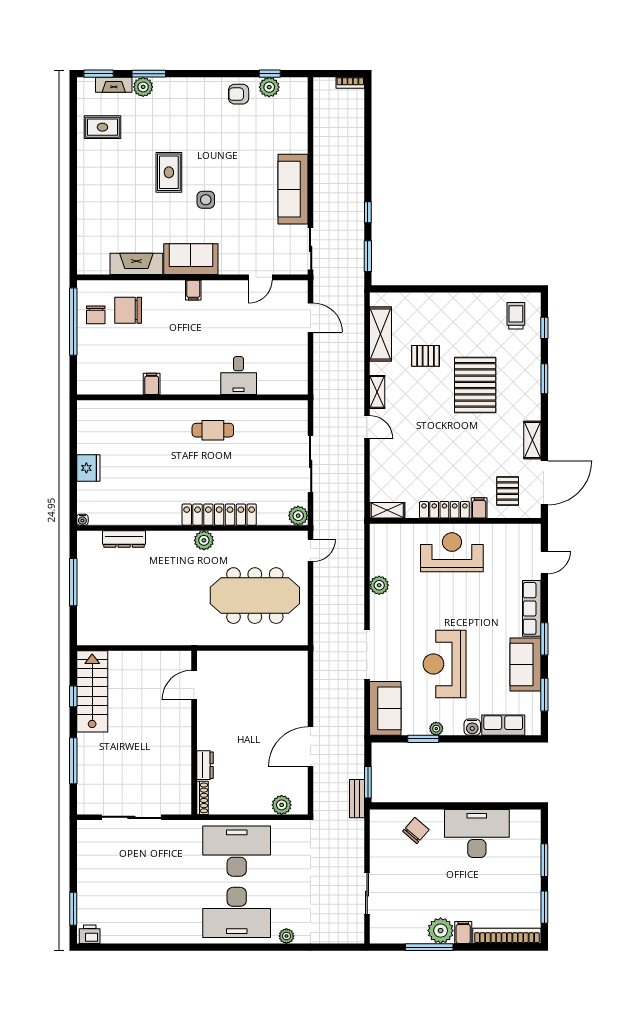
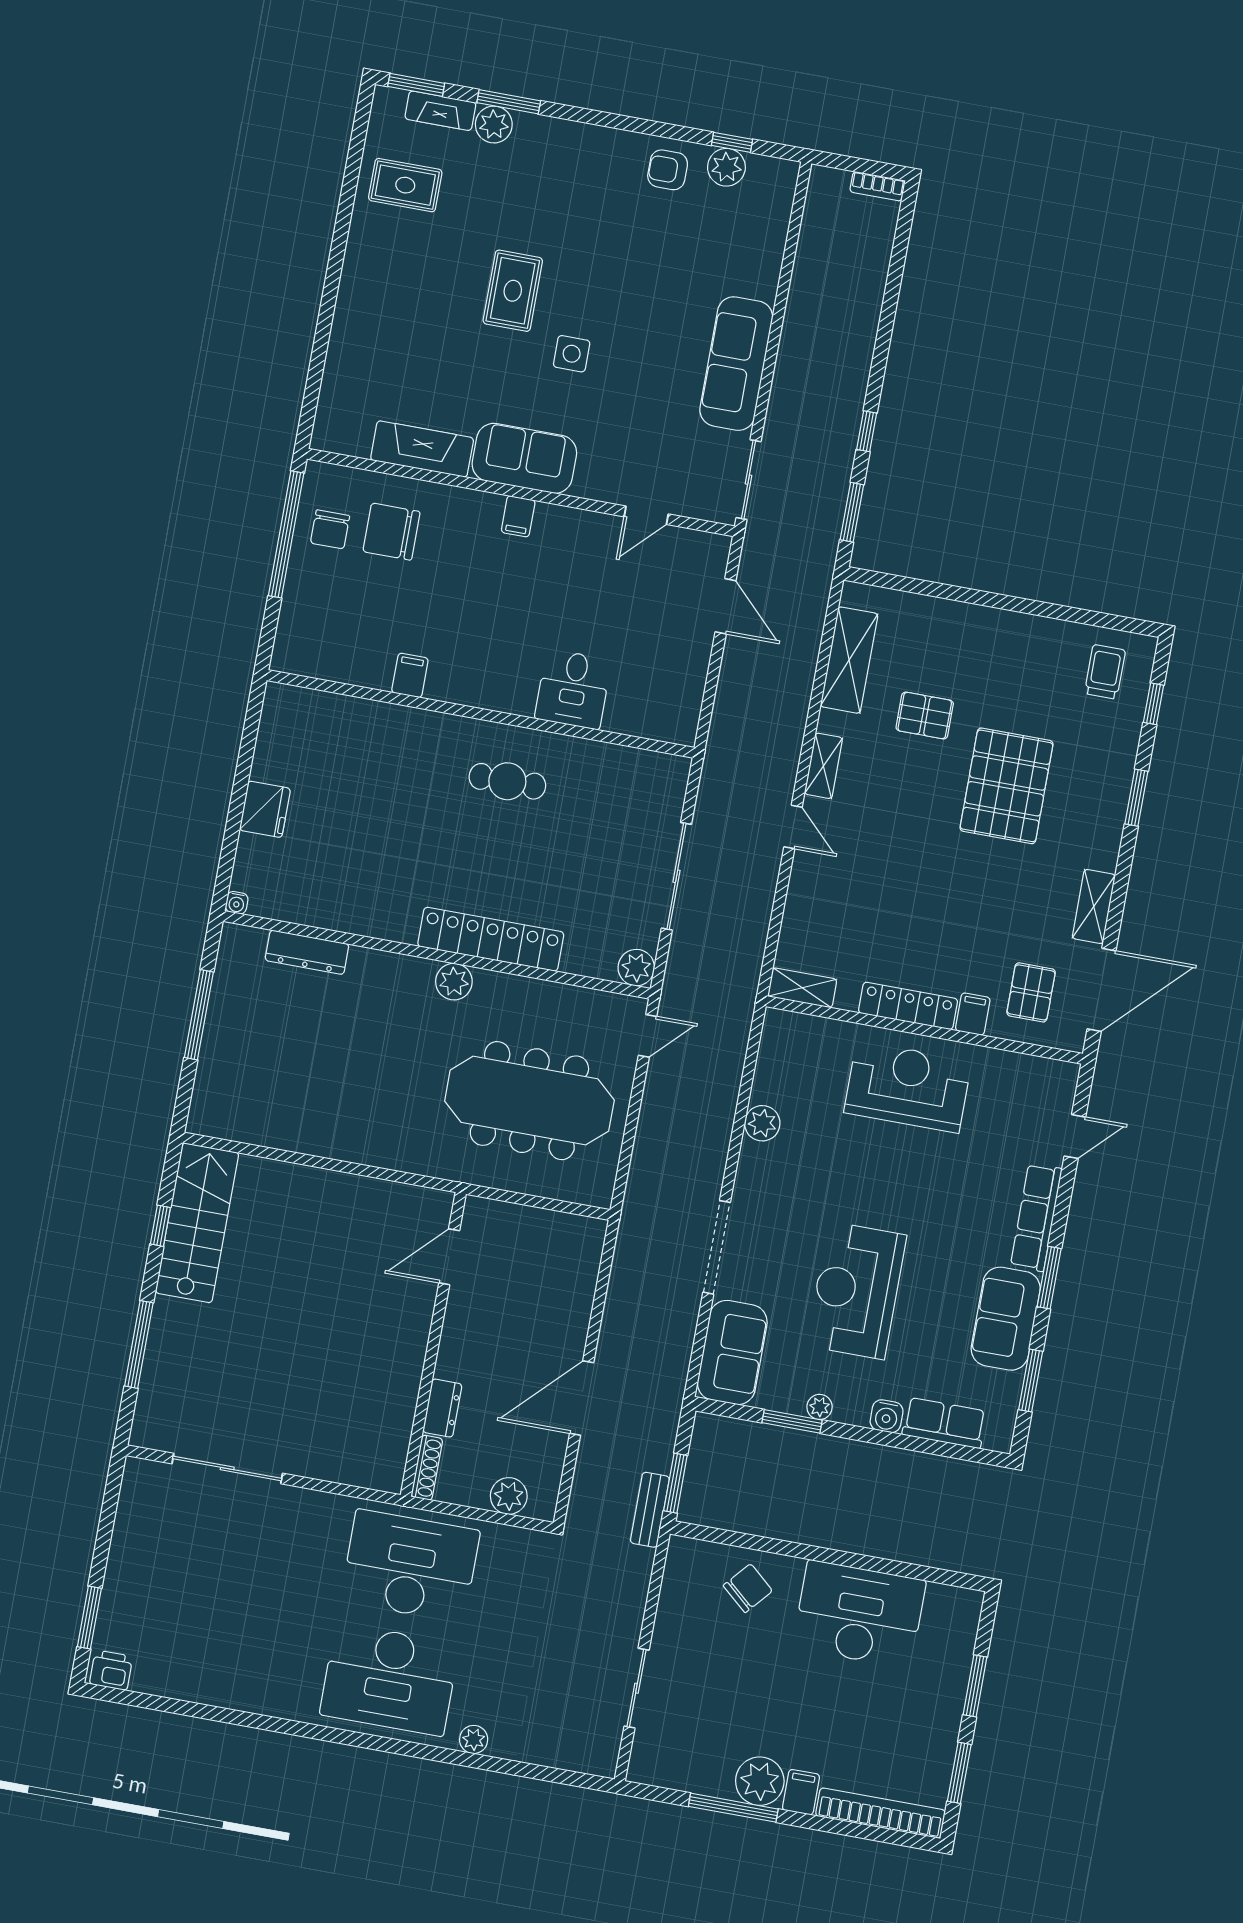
door: (194, 685) -> (449, 1257), moved
wall: (194, 733) -> (433, 1344), moved
dresser: (205, 765) -> (442, 1408), moved
shoe rack: (202, 798) -> (427, 1468), moved

